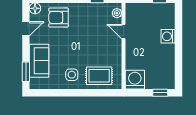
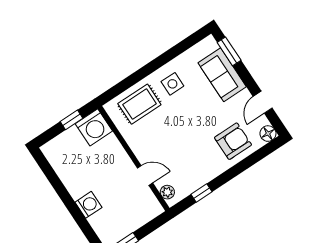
window: (160, 93) -> (71, 120), moved

